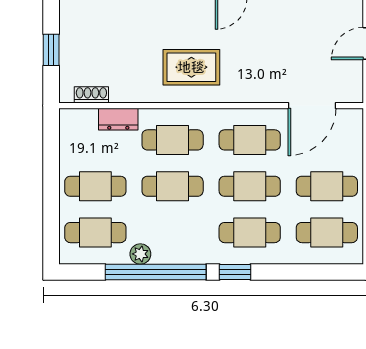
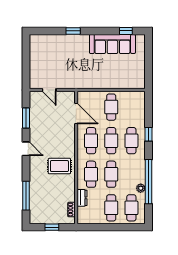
rug: (191, 67) -> (59, 166), turned 90
cafe table: (327, 233) -> (131, 107), removed
window: (235, 272) -> (149, 134), moved

